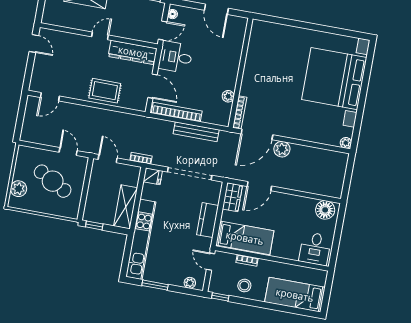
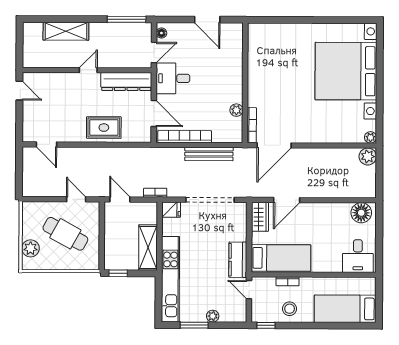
door: (50, 97) -> (46, 144), hinge flipped
plant: (282, 149) -> (368, 156), moved
kitchen counter: (208, 220) -> (238, 260), moved
plant: (190, 283) -> (213, 316), moved

